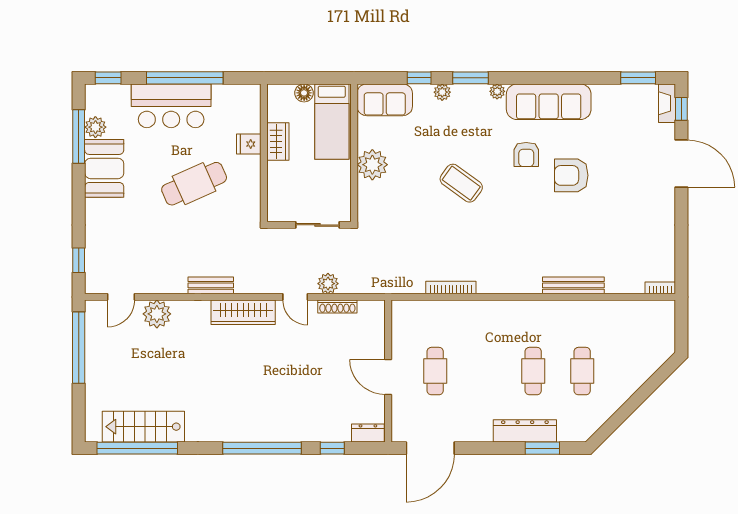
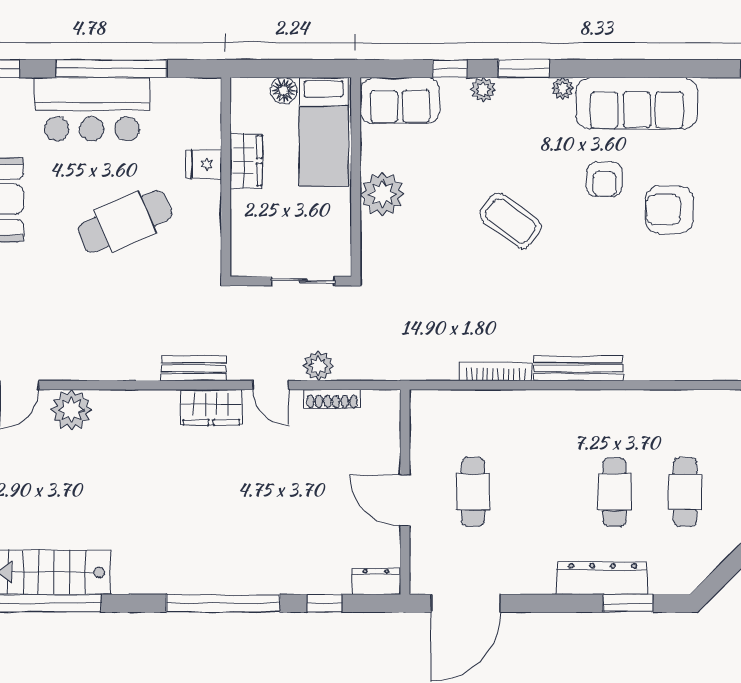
bench: (211, 285) -> (194, 368), moved
bench: (573, 285) -> (578, 368), moved
wardrobe: (243, 312) -> (211, 407), width x0.67

